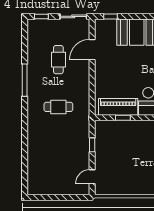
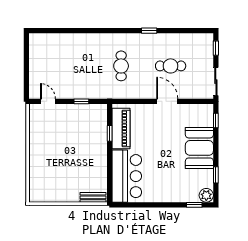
door: (92, 50) -> (167, 101), moved
window: (25, 80) -> (149, 31), width x0.46

